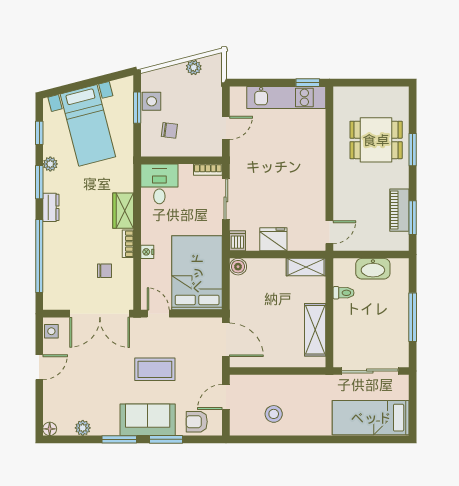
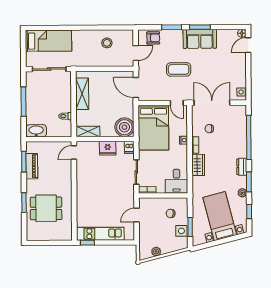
boiler: (238, 267) -> (124, 127), width x1.86, depth x1.86
washbasin: (373, 269) -> (36, 131), moved
door: (39, 367) -> (248, 45), moved
sofa: (148, 420) -> (200, 39), moved
plant: (83, 428) -> (222, 34), removed

